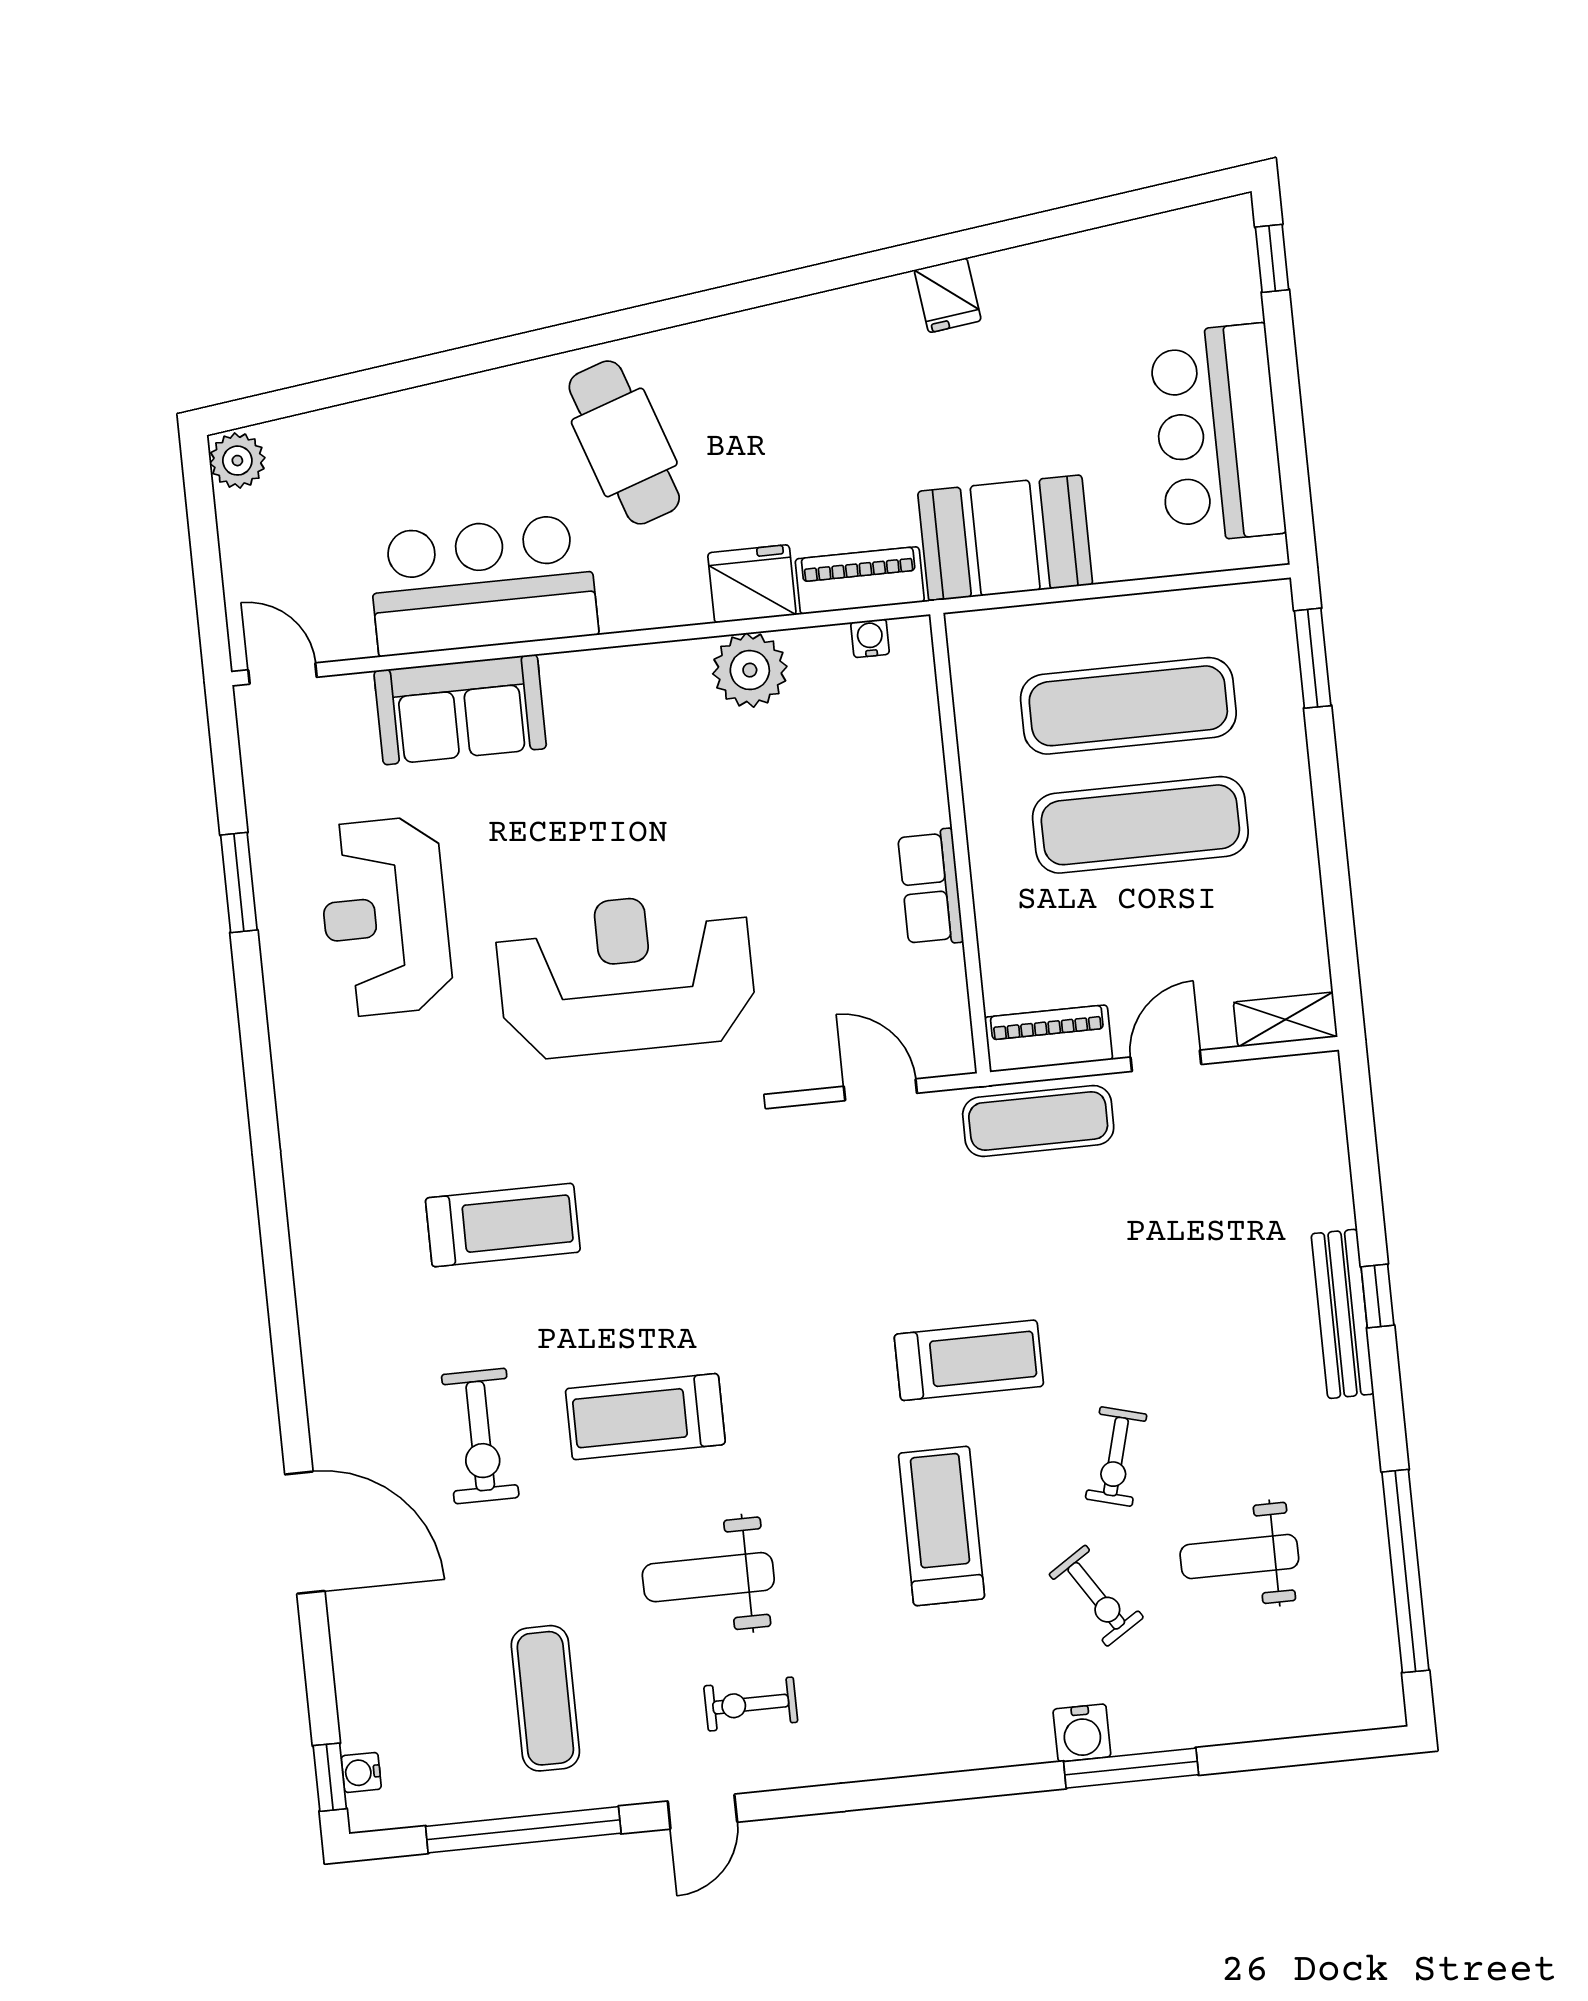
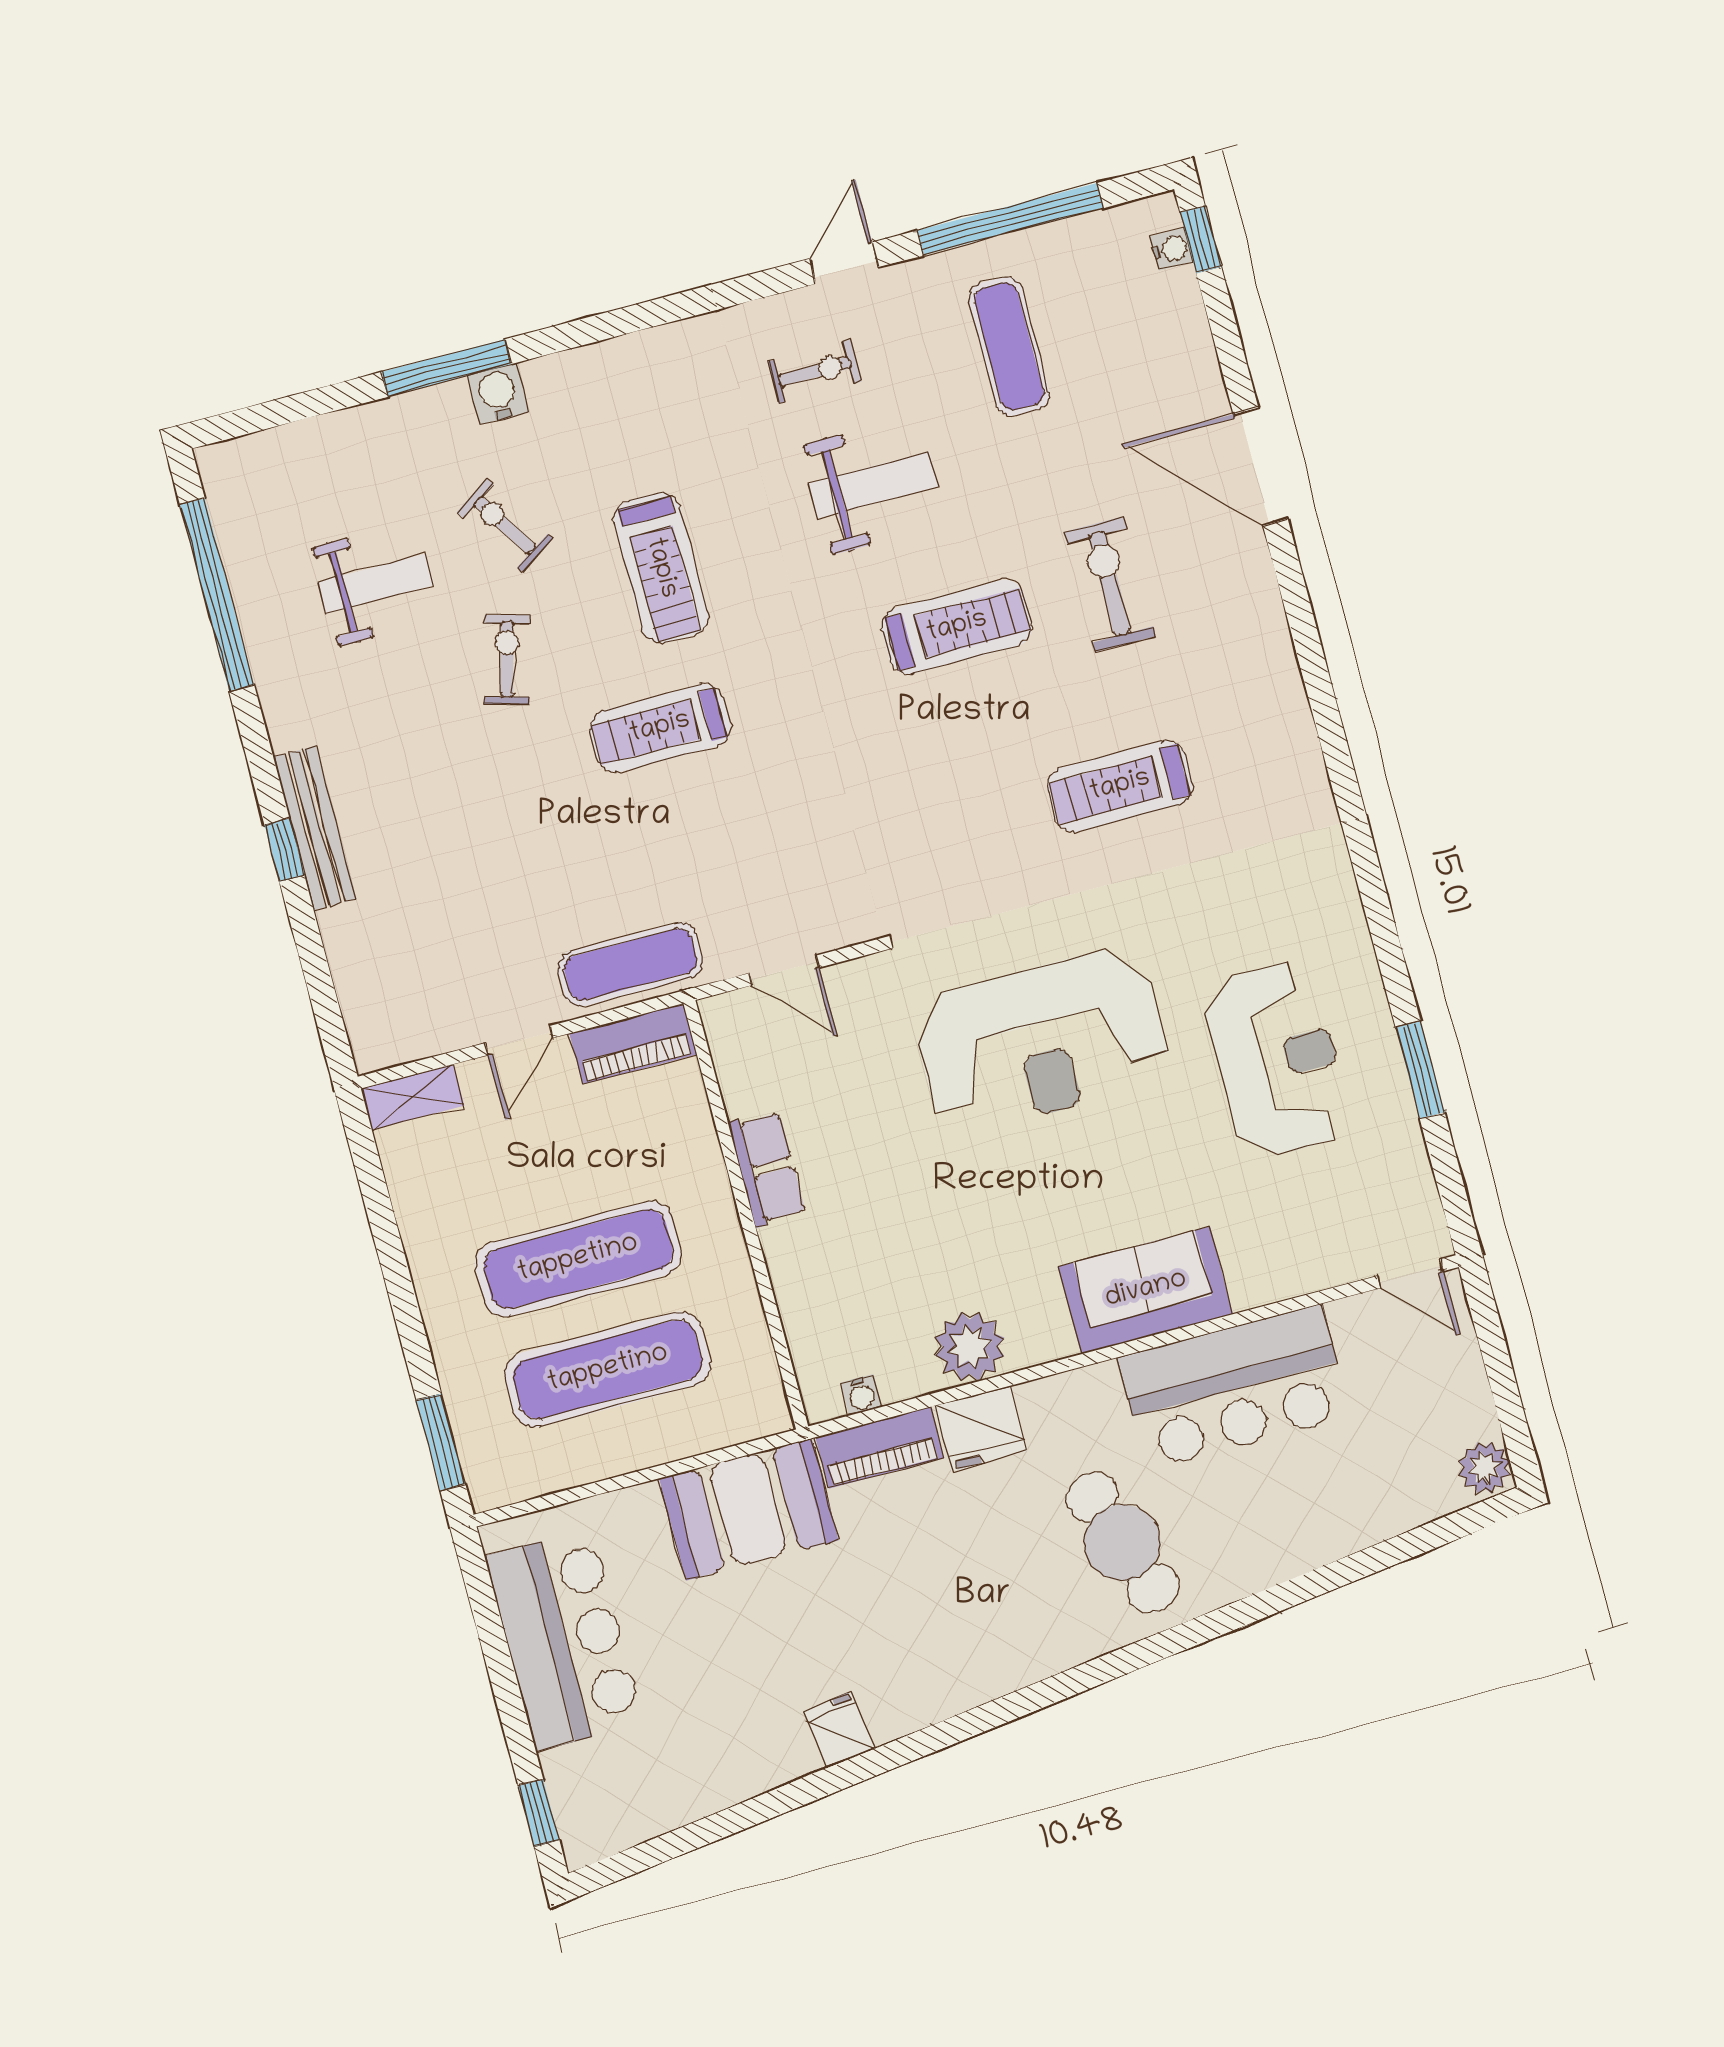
sofa: (460, 710) -> (1146, 1290), moved

